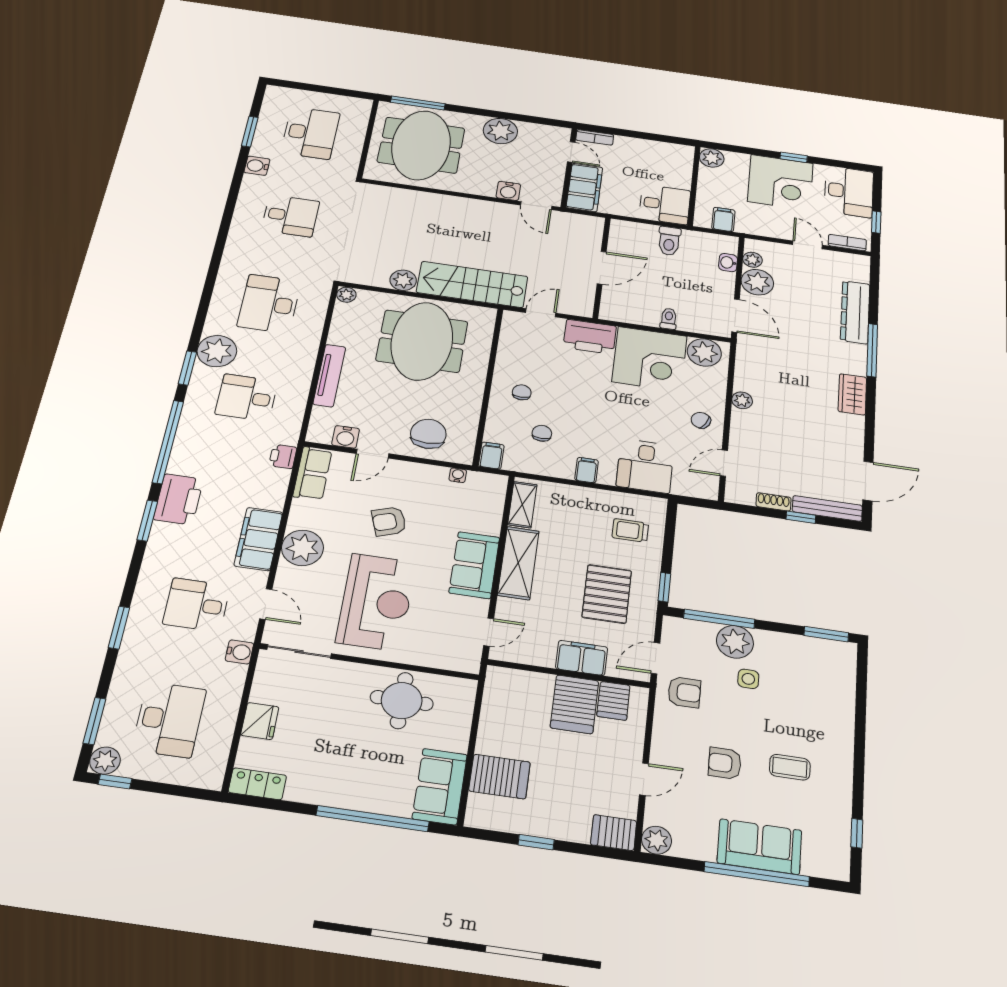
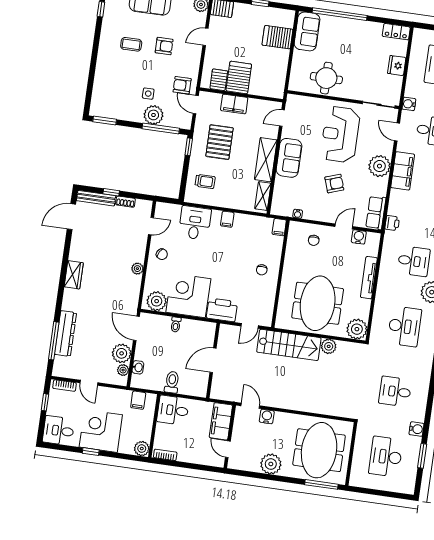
bookcase: (595, 137) -> (165, 455), moved
desk: (849, 192) -> (58, 431), width x0.73
plant: (346, 295) -> (357, 329), width x1.87, depth x1.87
window: (872, 350) -> (54, 341), moved
chair: (542, 433) -> (251, 243), removed
chair: (428, 434) -> (314, 240), width x0.54, depth x0.54
door: (656, 658) -> (196, 105), swing flipped

